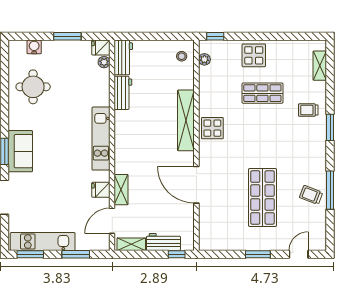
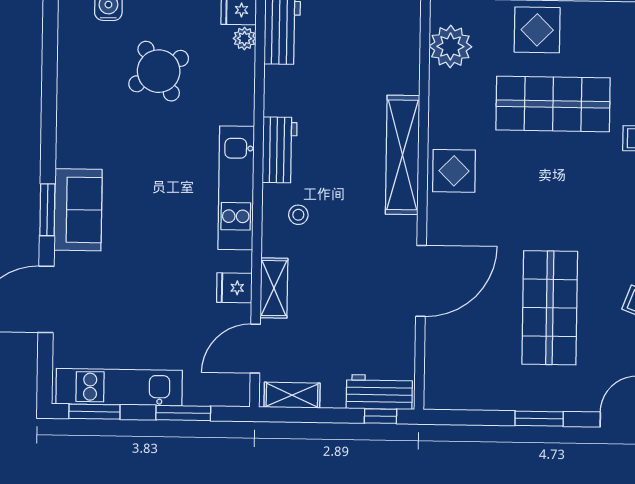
stool: (182, 56) -> (298, 215), moved
plant: (204, 59) -> (450, 46), width x1.88, depth x1.88
round table: (33, 87) -> (159, 71), moved, turned -31
workbench: (123, 93) -> (280, 150), moved
shop shelf: (262, 93) -> (553, 104), width x1.43, depth x1.36
door: (196, 185) -> (421, 281), swing flipped
workbench: (163, 242) -> (379, 392), moved

